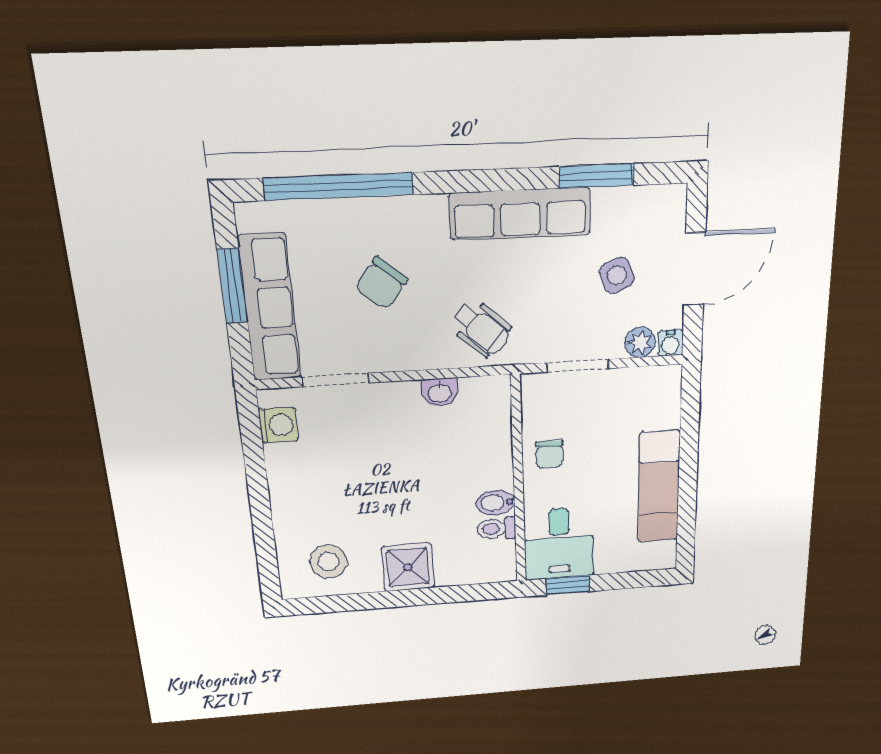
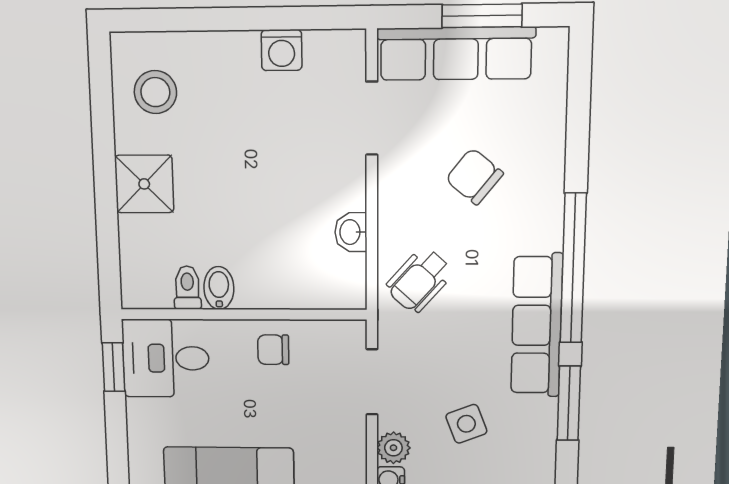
window: (339, 187) -> (573, 268), moved
washing machine: (278, 425) -> (282, 50), moved

